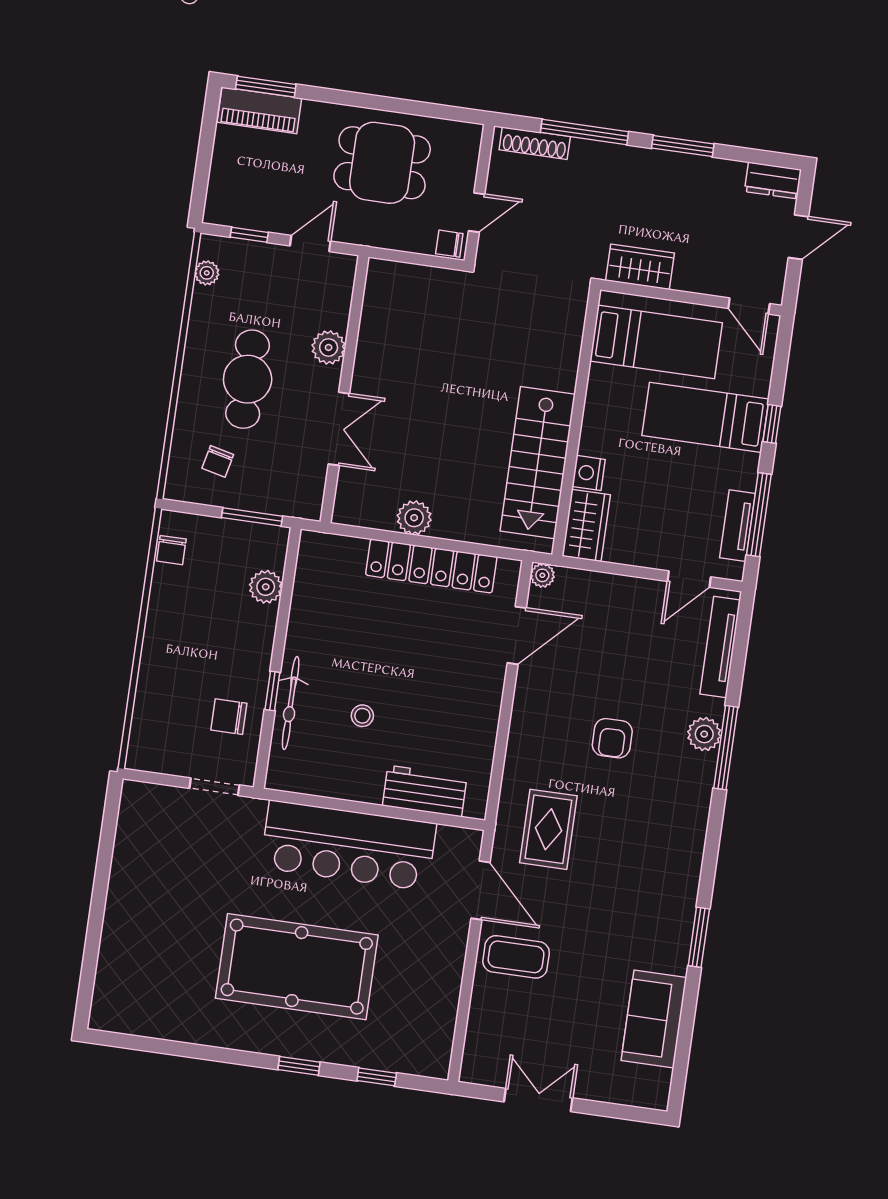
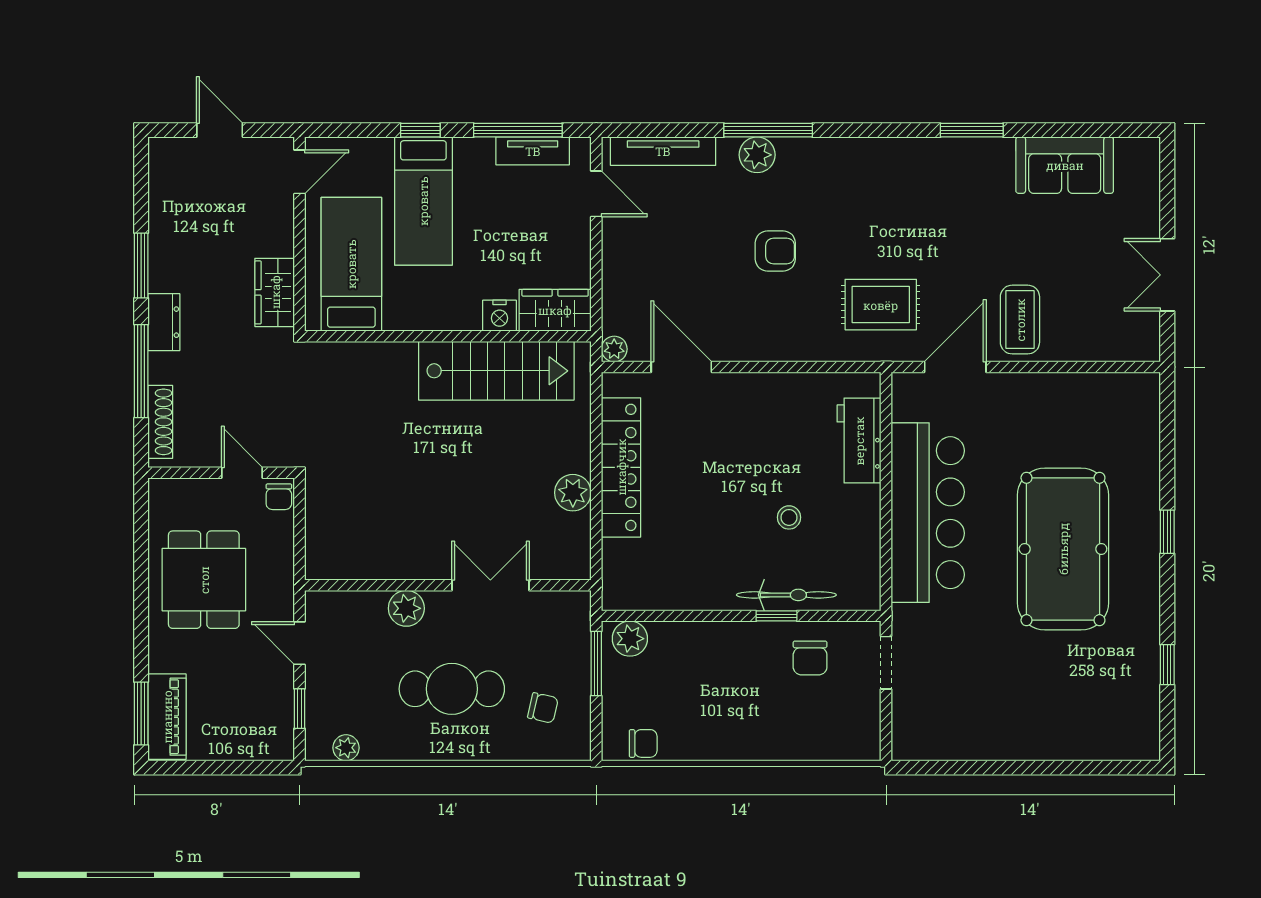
dresser: (773, 180) -> (164, 322), moved
plant: (266, 587) -> (630, 639), moved
window: (377, 1077) -> (1167, 665), moved

